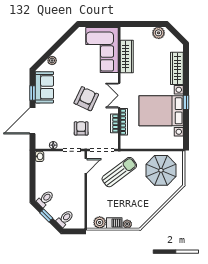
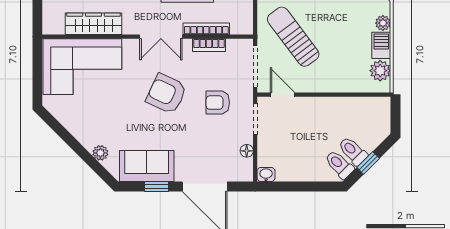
toilet: (65, 219) -> (353, 151), moved

